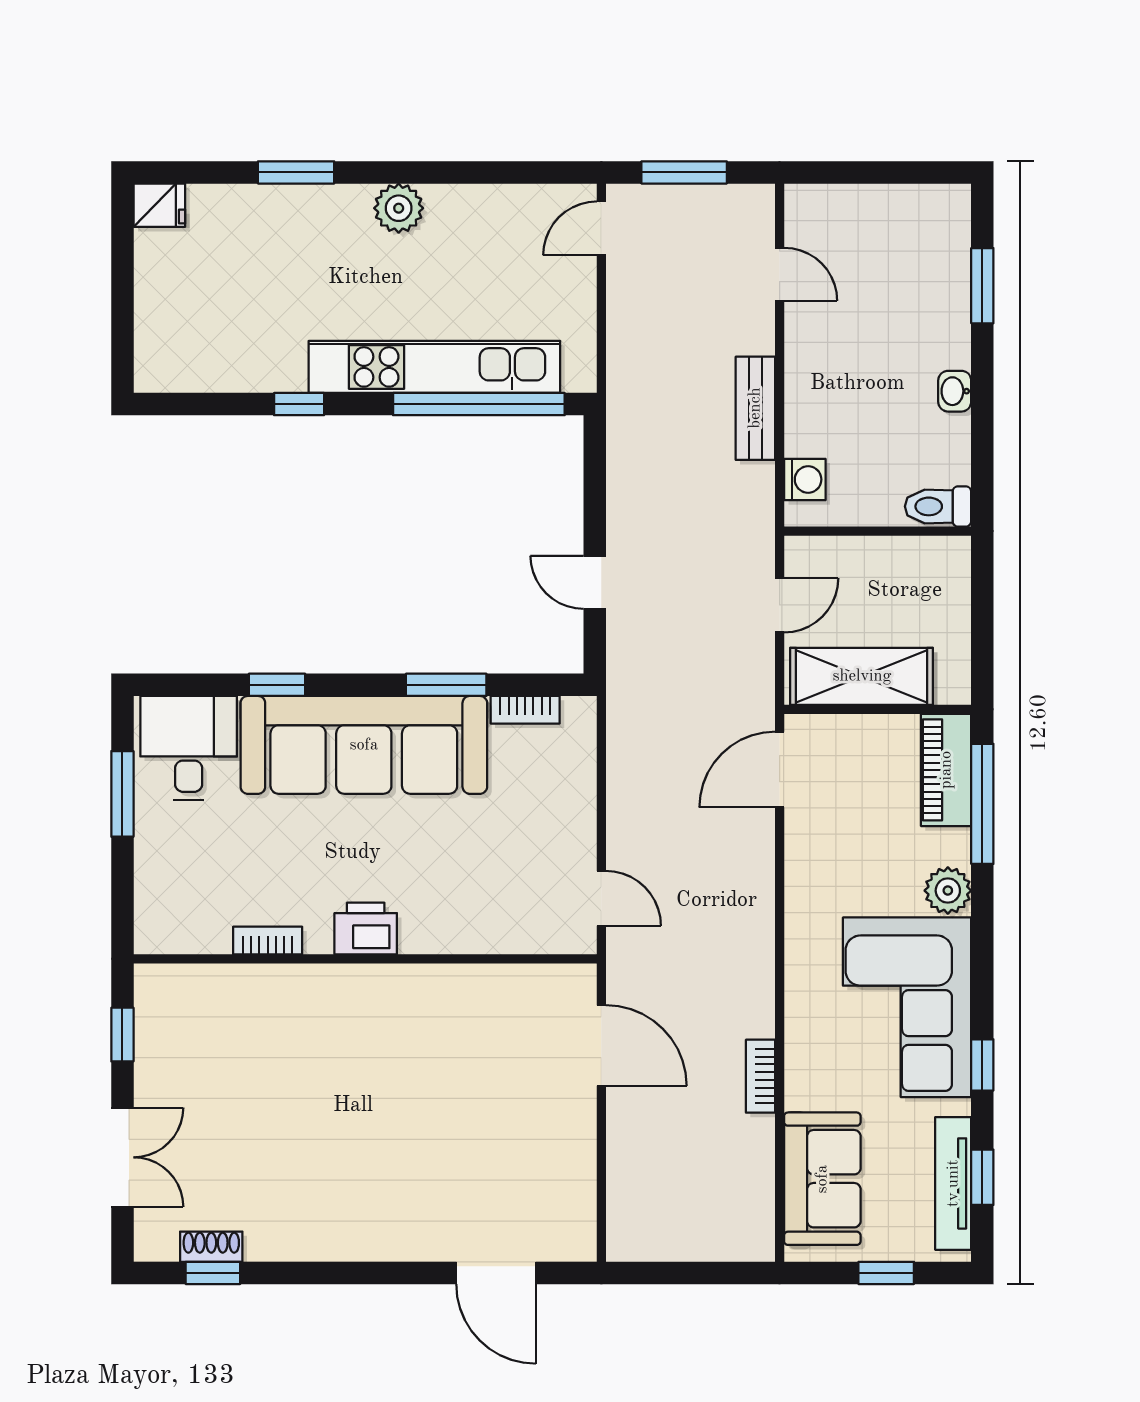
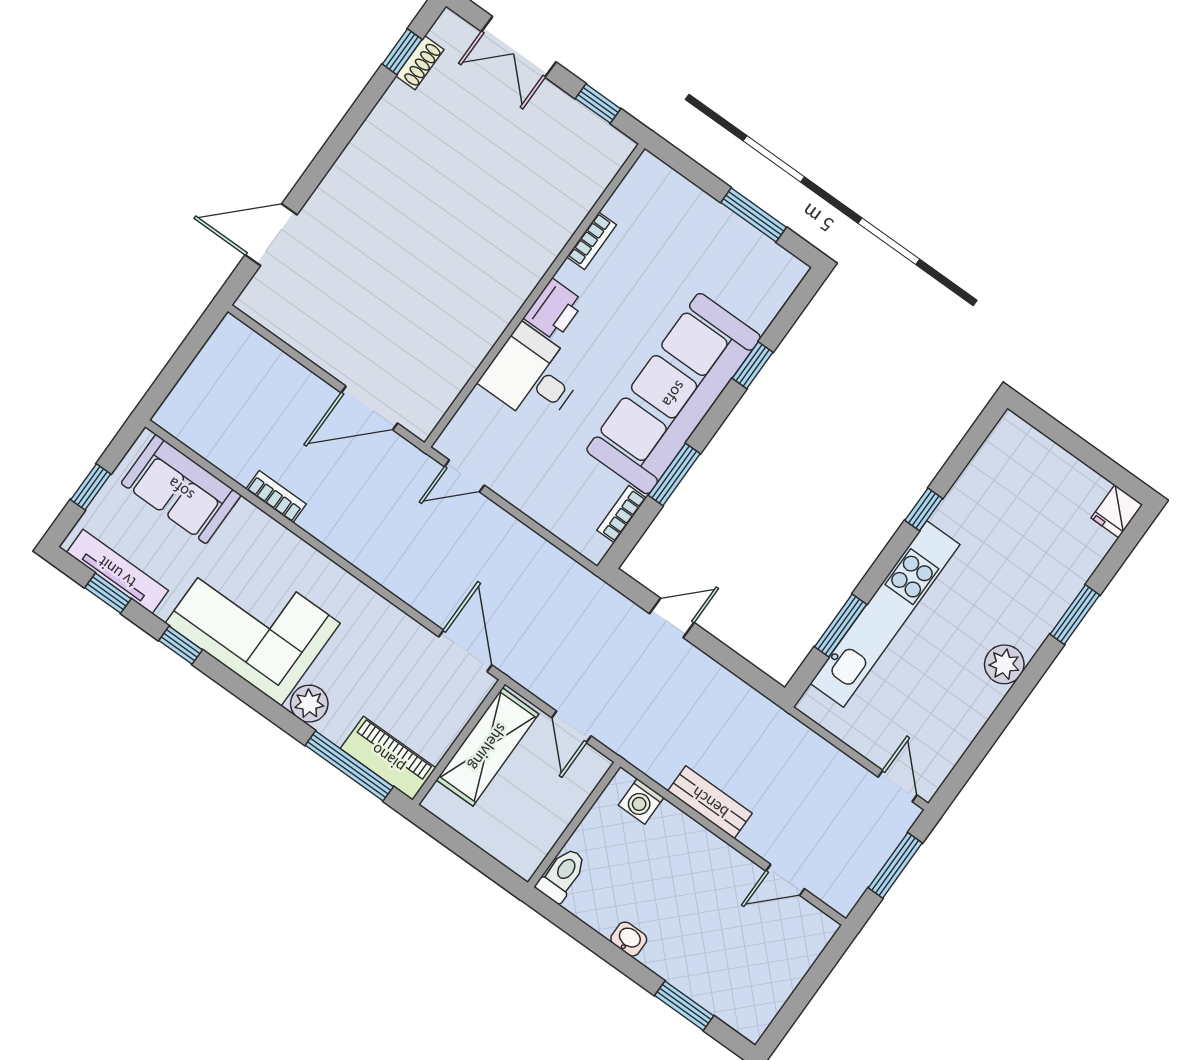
window: (479, 404) -> (841, 626), width x0.47
desk: (189, 748) -> (533, 376), moved, turned 180

